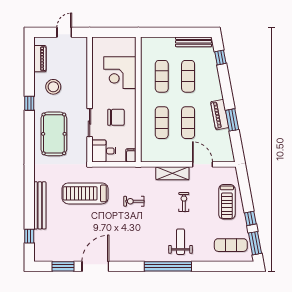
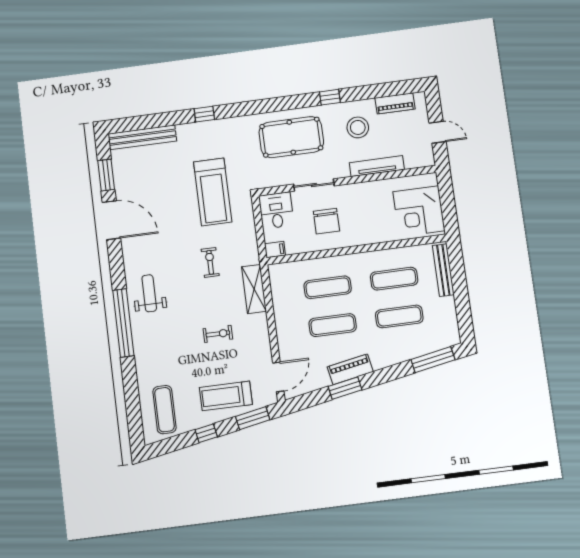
bench: (194, 42) -> (443, 270), moved
window: (220, 58) -> (433, 360), width x2.17
corner desk: (120, 73) -> (419, 211), moved, turned -90
tv unit: (82, 77) -> (377, 166), added
door: (202, 164) -> (278, 377), moved
shelving: (172, 173) -> (254, 289), moved
treadmill: (85, 193) -> (213, 192), turned 180
bench: (40, 205) -> (142, 137), moved
window: (29, 236) -> (204, 114), moved
weight bench: (180, 242) -> (149, 293), moved, turned -90
window: (255, 243) -> (253, 418), moved

